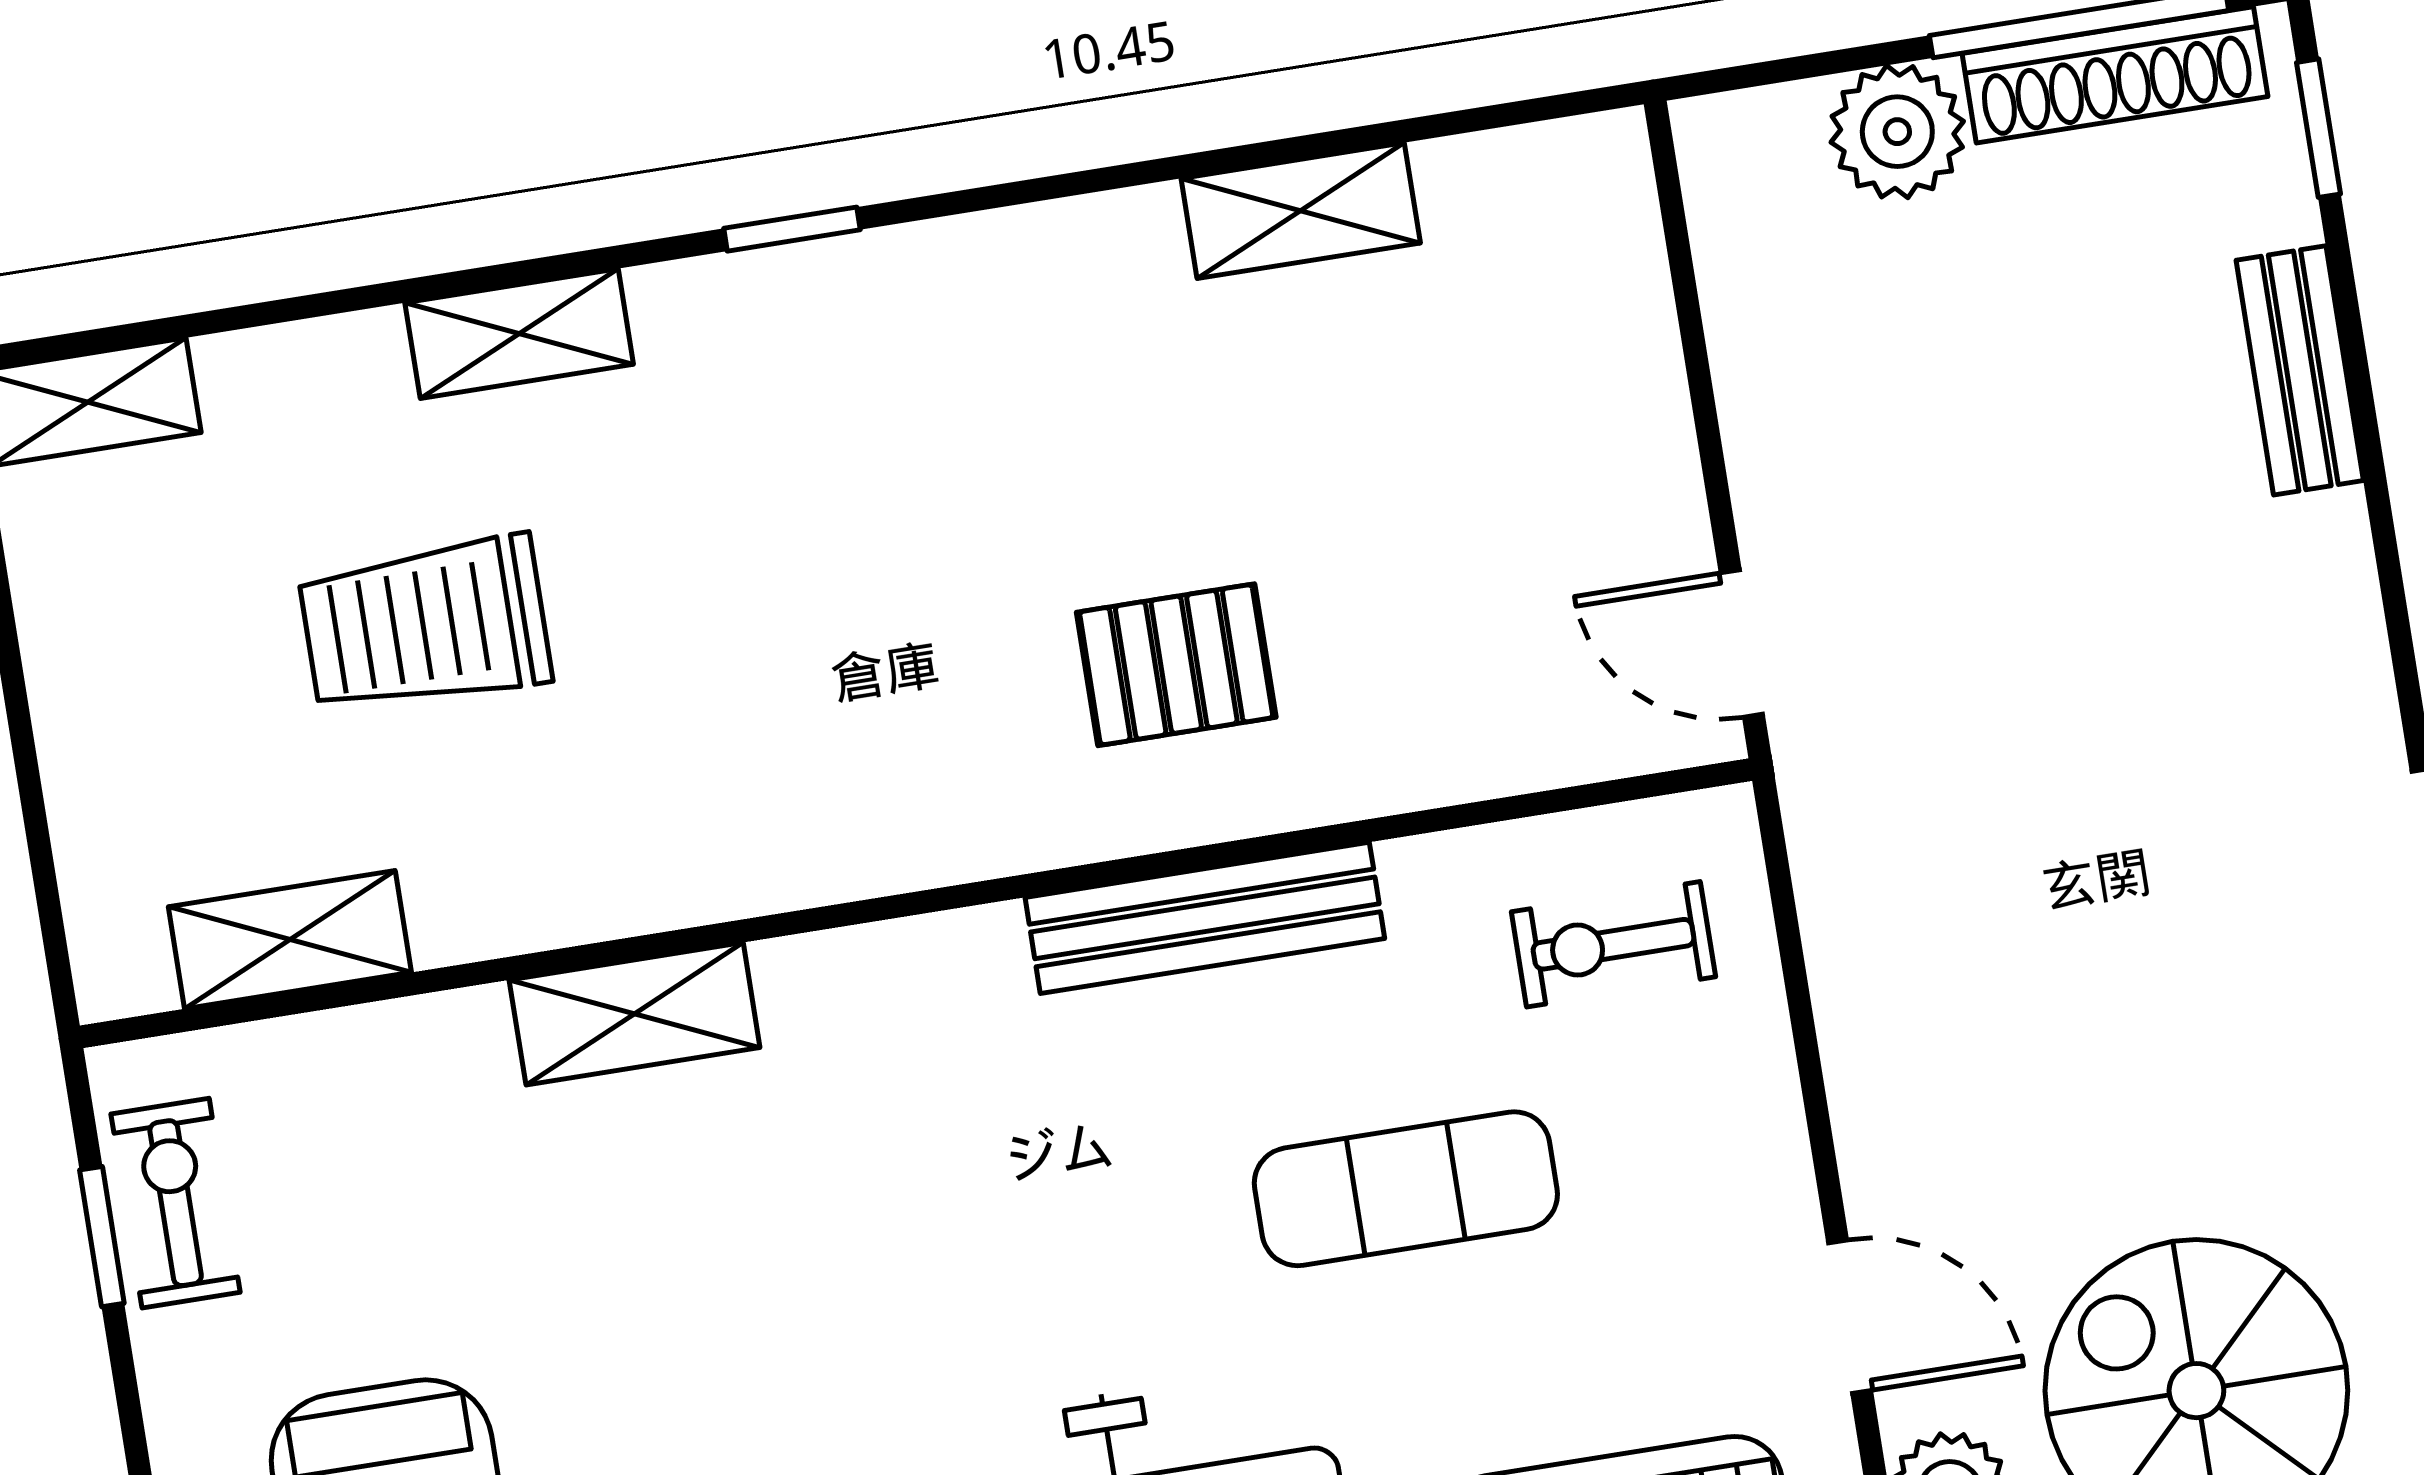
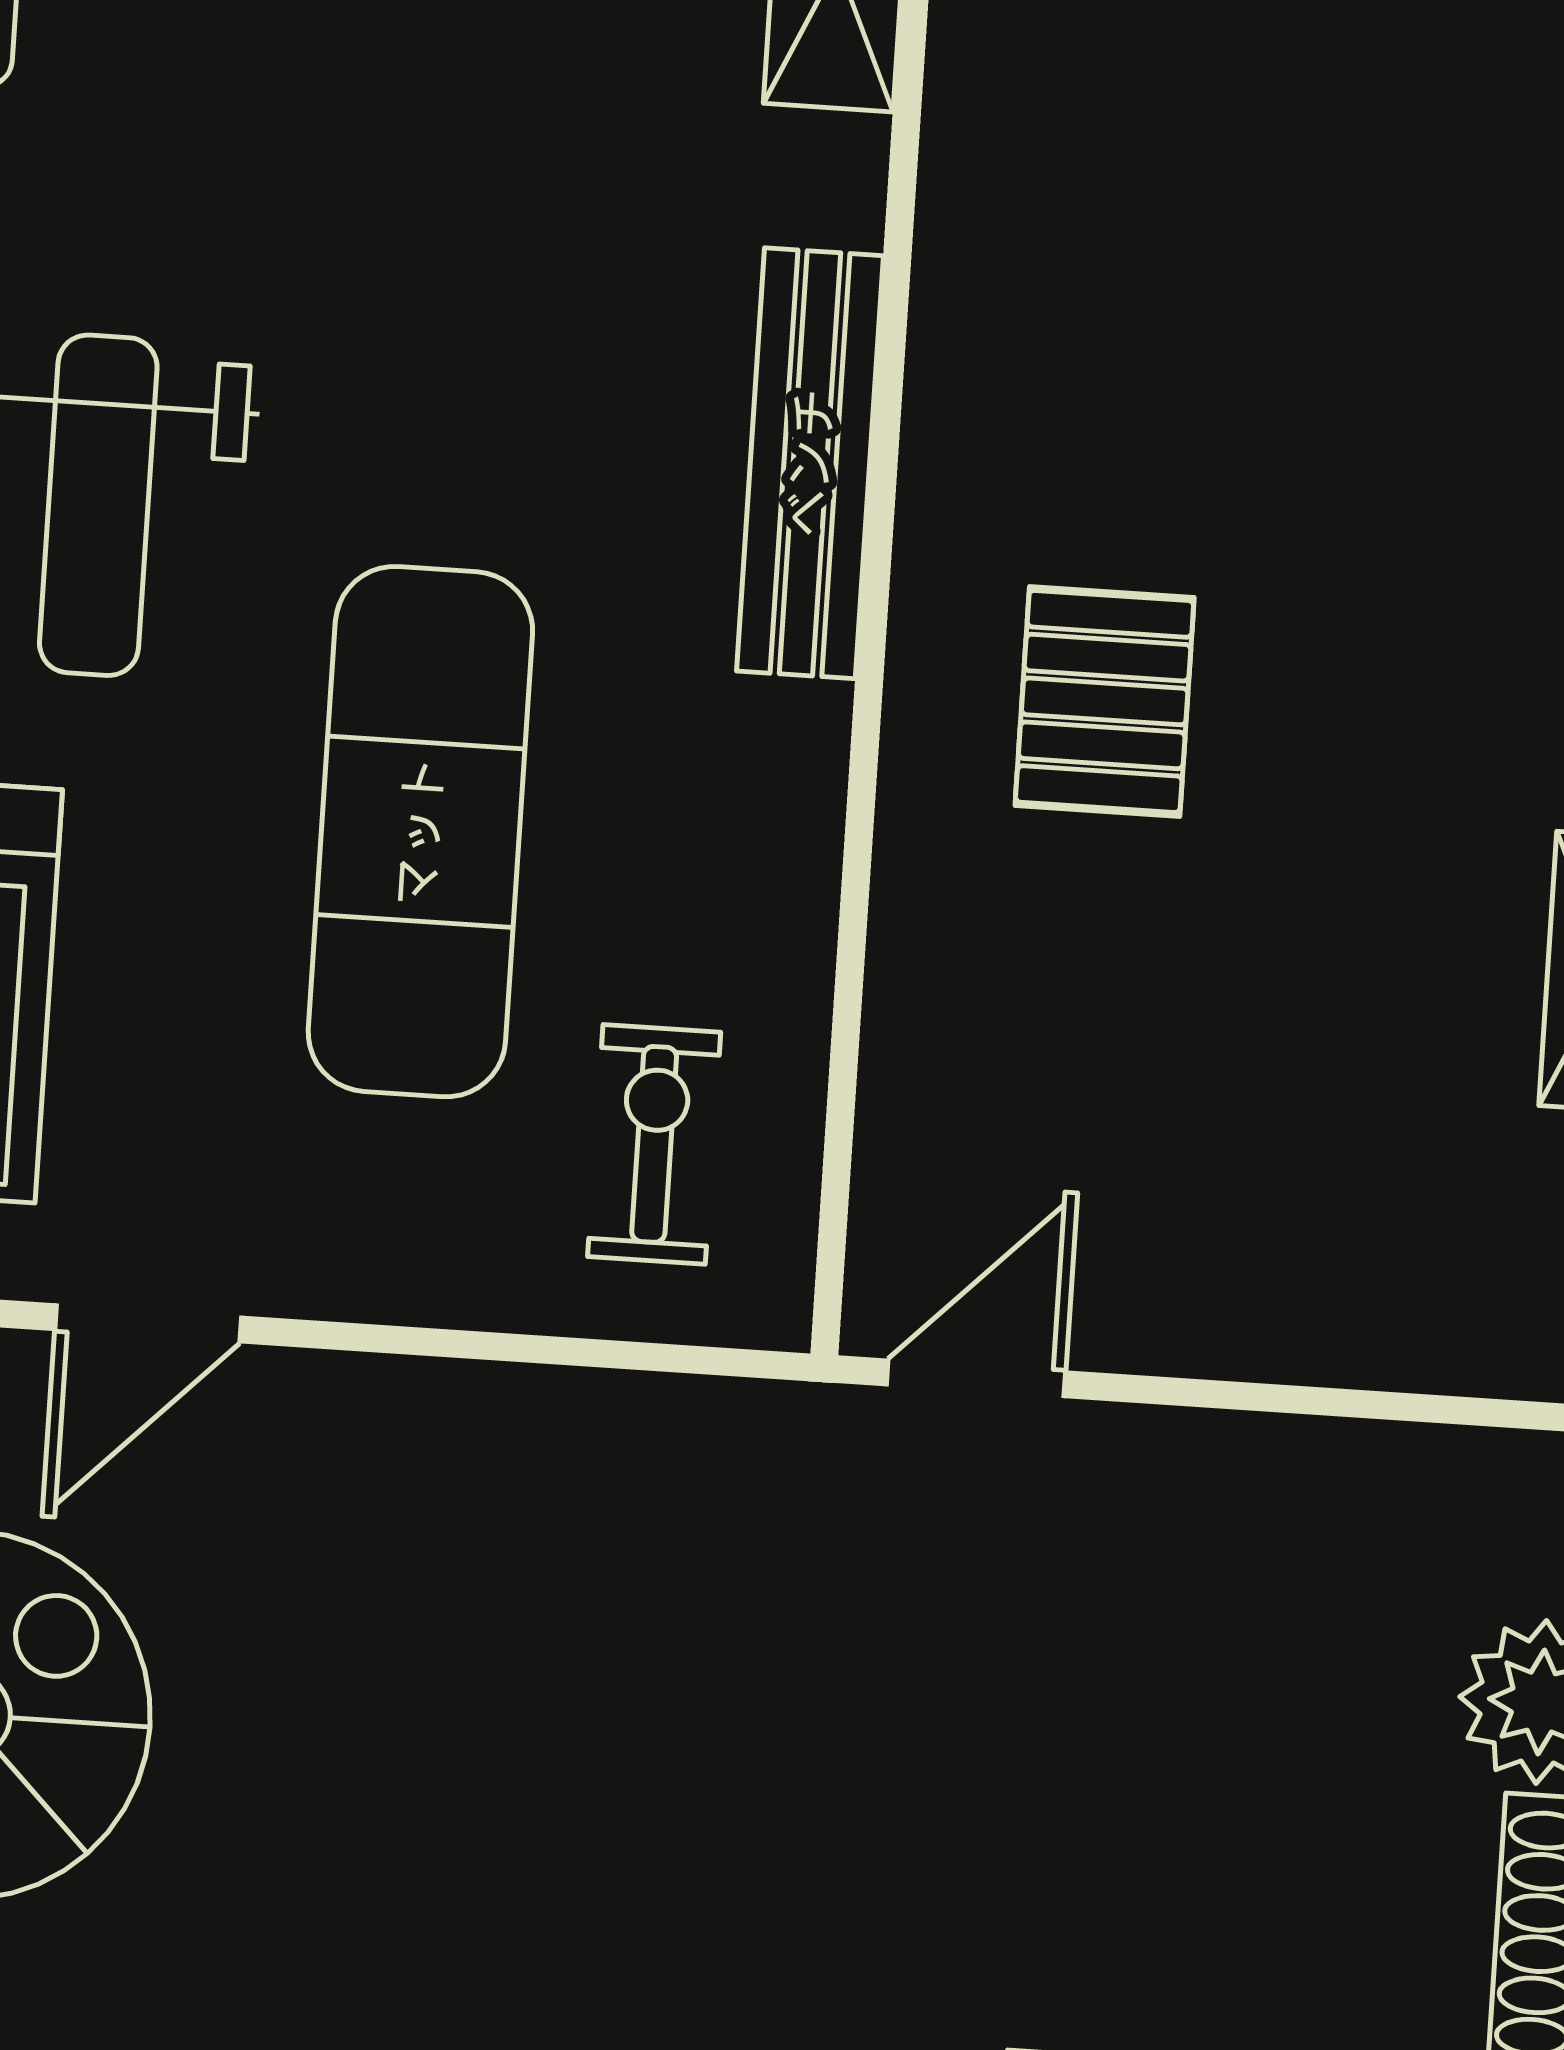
bench: (1205, 918) -> (810, 463), moved
exercise mat: (1406, 1189) -> (420, 832), width x1.36, depth x1.45

